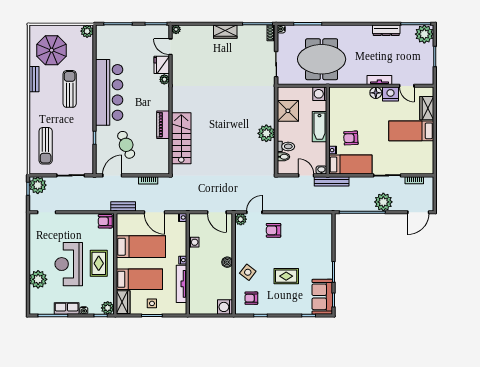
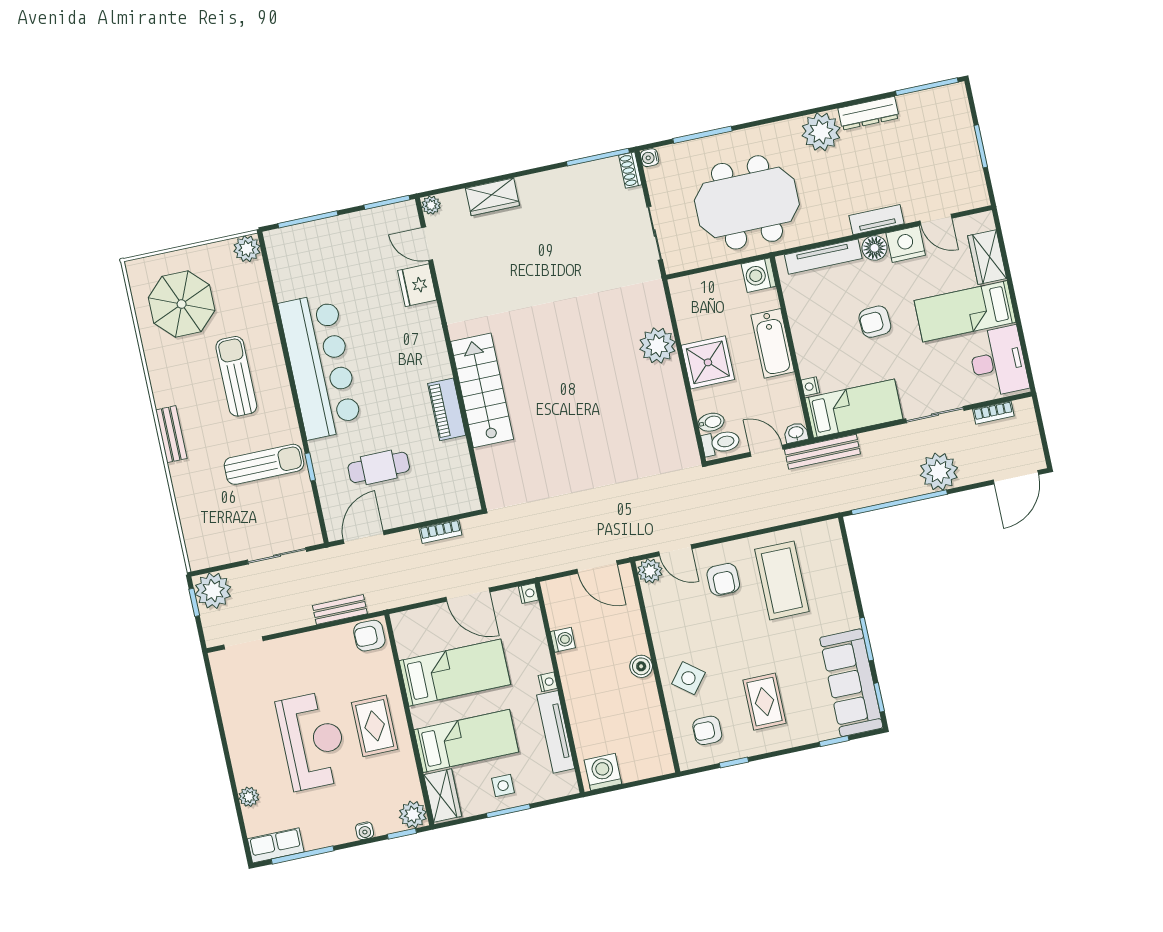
wardrobe: (225, 32) -> (492, 197), moved
plant: (424, 34) -> (821, 132), moved
bench: (34, 79) -> (171, 434), moved
plant: (164, 79) -> (429, 314), removed
tv unit: (351, 92) -> (823, 257), added
shower: (288, 111) -> (708, 362), moved
plant: (266, 133) -> (658, 346), moved
stairs: (181, 138) -> (482, 390), moved
armchair: (351, 138) -> (875, 322), moved
cafe table: (126, 145) -> (379, 467), turned -68
sun lounger: (46, 146) -> (264, 464), moved, turned -90
toilet: (286, 146) -> (721, 443), moved
desk: (421, 157) -> (998, 362), added
bench: (123, 206) -> (340, 610), moved
door: (254, 212) -> (675, 550), swing flipped
armchair: (274, 230) -> (723, 579), turned -90
coffee table: (300, 237) -> (782, 580), added
reception desk: (69, 264) -> (313, 741), turned 180
rug: (286, 276) -> (765, 702), moved, turned 90
plant: (38, 279) -> (249, 797), width x0.53, depth x0.53
sofa: (322, 297) -> (851, 683), width x1.36
washing machine: (225, 307) -> (603, 772), moved, turned 90
row of seats: (67, 308) -> (276, 845), moved

